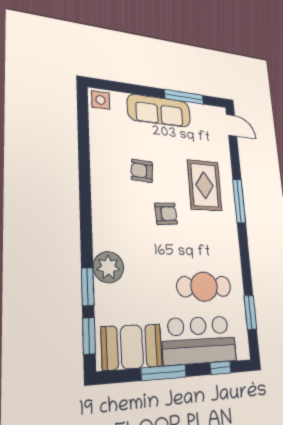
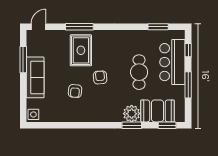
rug: (205, 185) -> (81, 50), turned 90
window: (239, 201) -> (79, 27), moved
window: (88, 287) -> (132, 125), moved
cafe table: (204, 287) -> (139, 72), moved
booth: (132, 347) -> (157, 111), moved, turned 90

